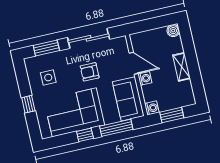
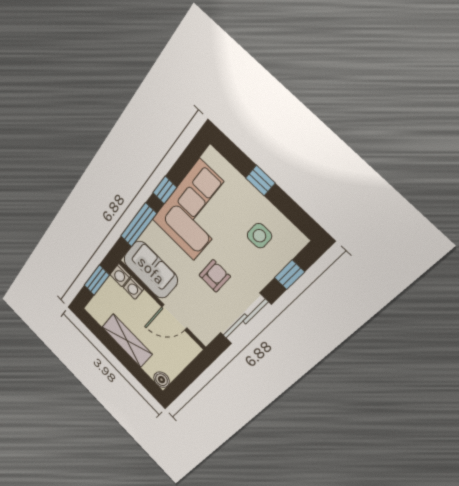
window: (46, 48) -> (289, 275), width x0.67
shelving: (182, 67) -> (127, 341), width x1.50, depth x1.33
washing machine: (145, 78) -> (134, 288), moved

